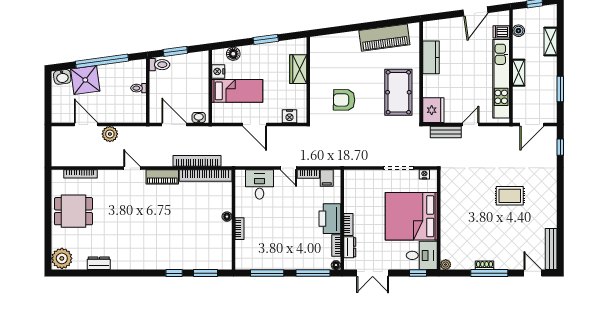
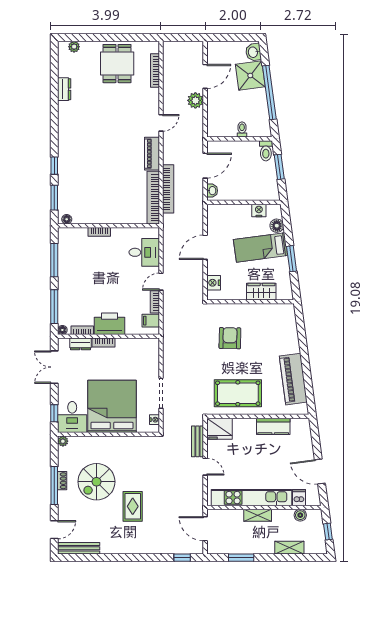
bed: (237, 91) -> (261, 248), moved, turned 82
floor lamp: (227, 217) -> (67, 219), moved
spiral stairs: (486, 231) -> (96, 482), added
plant: (62, 258) -> (74, 47), width x0.53, depth x0.53

